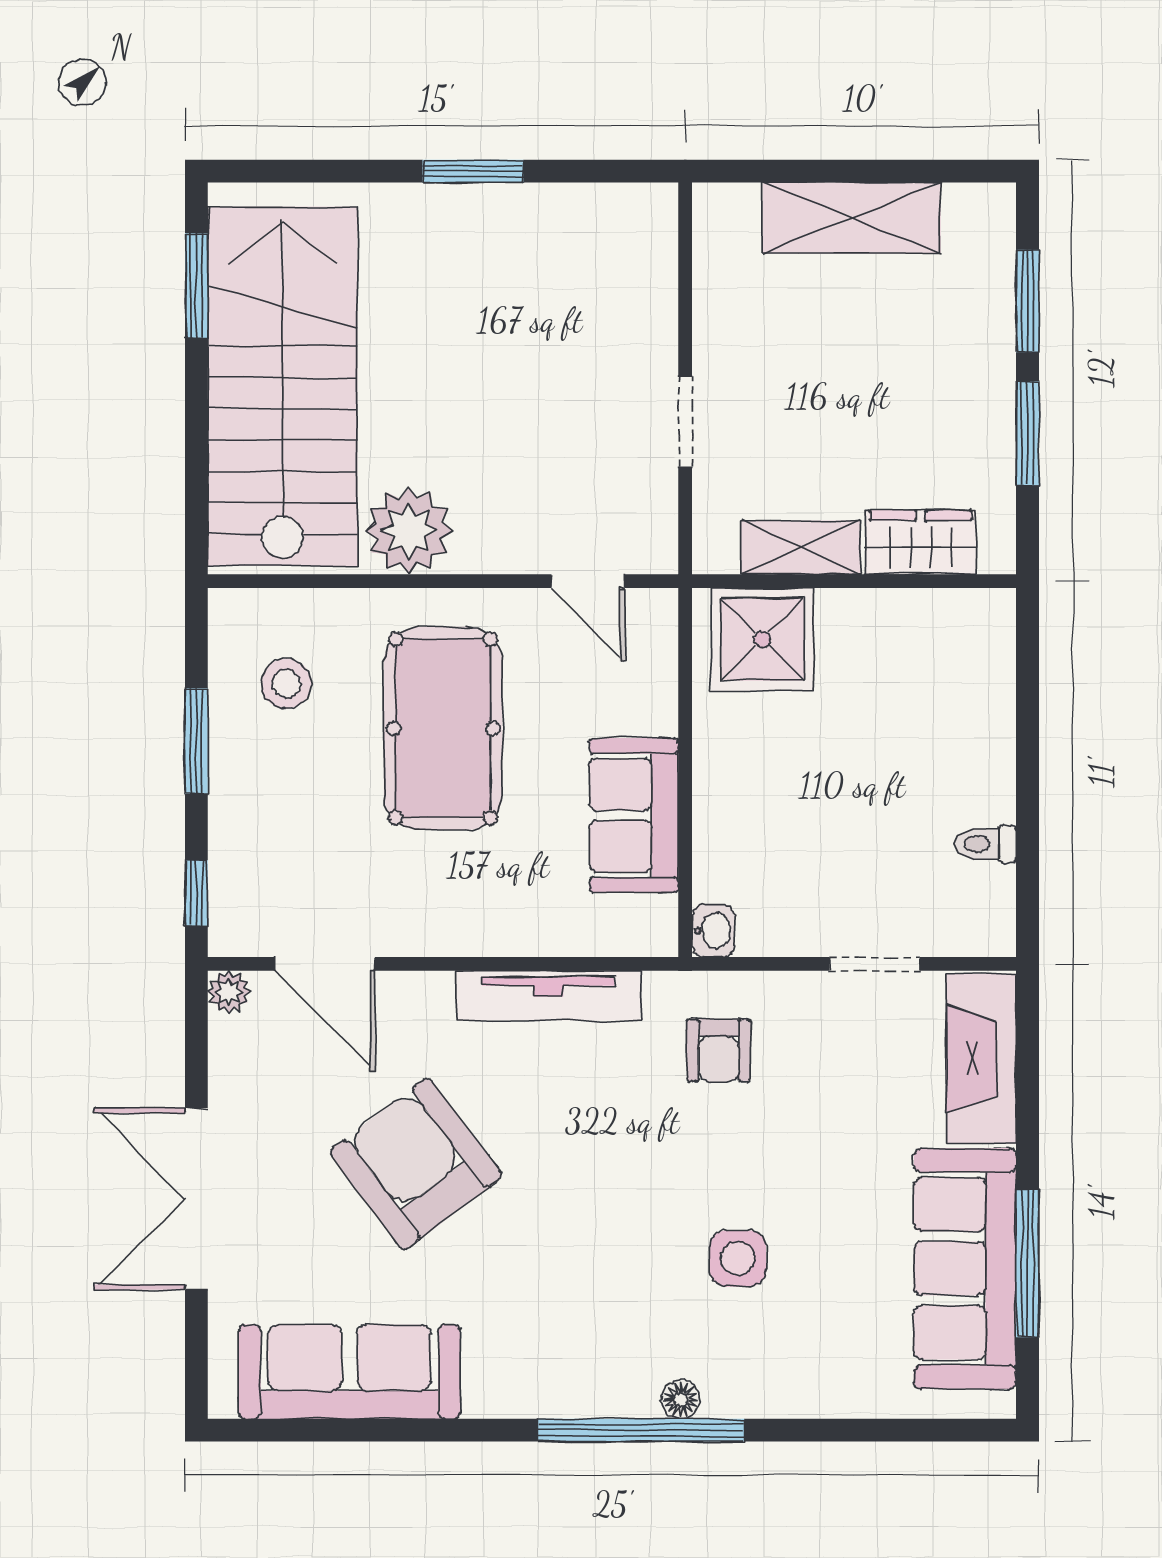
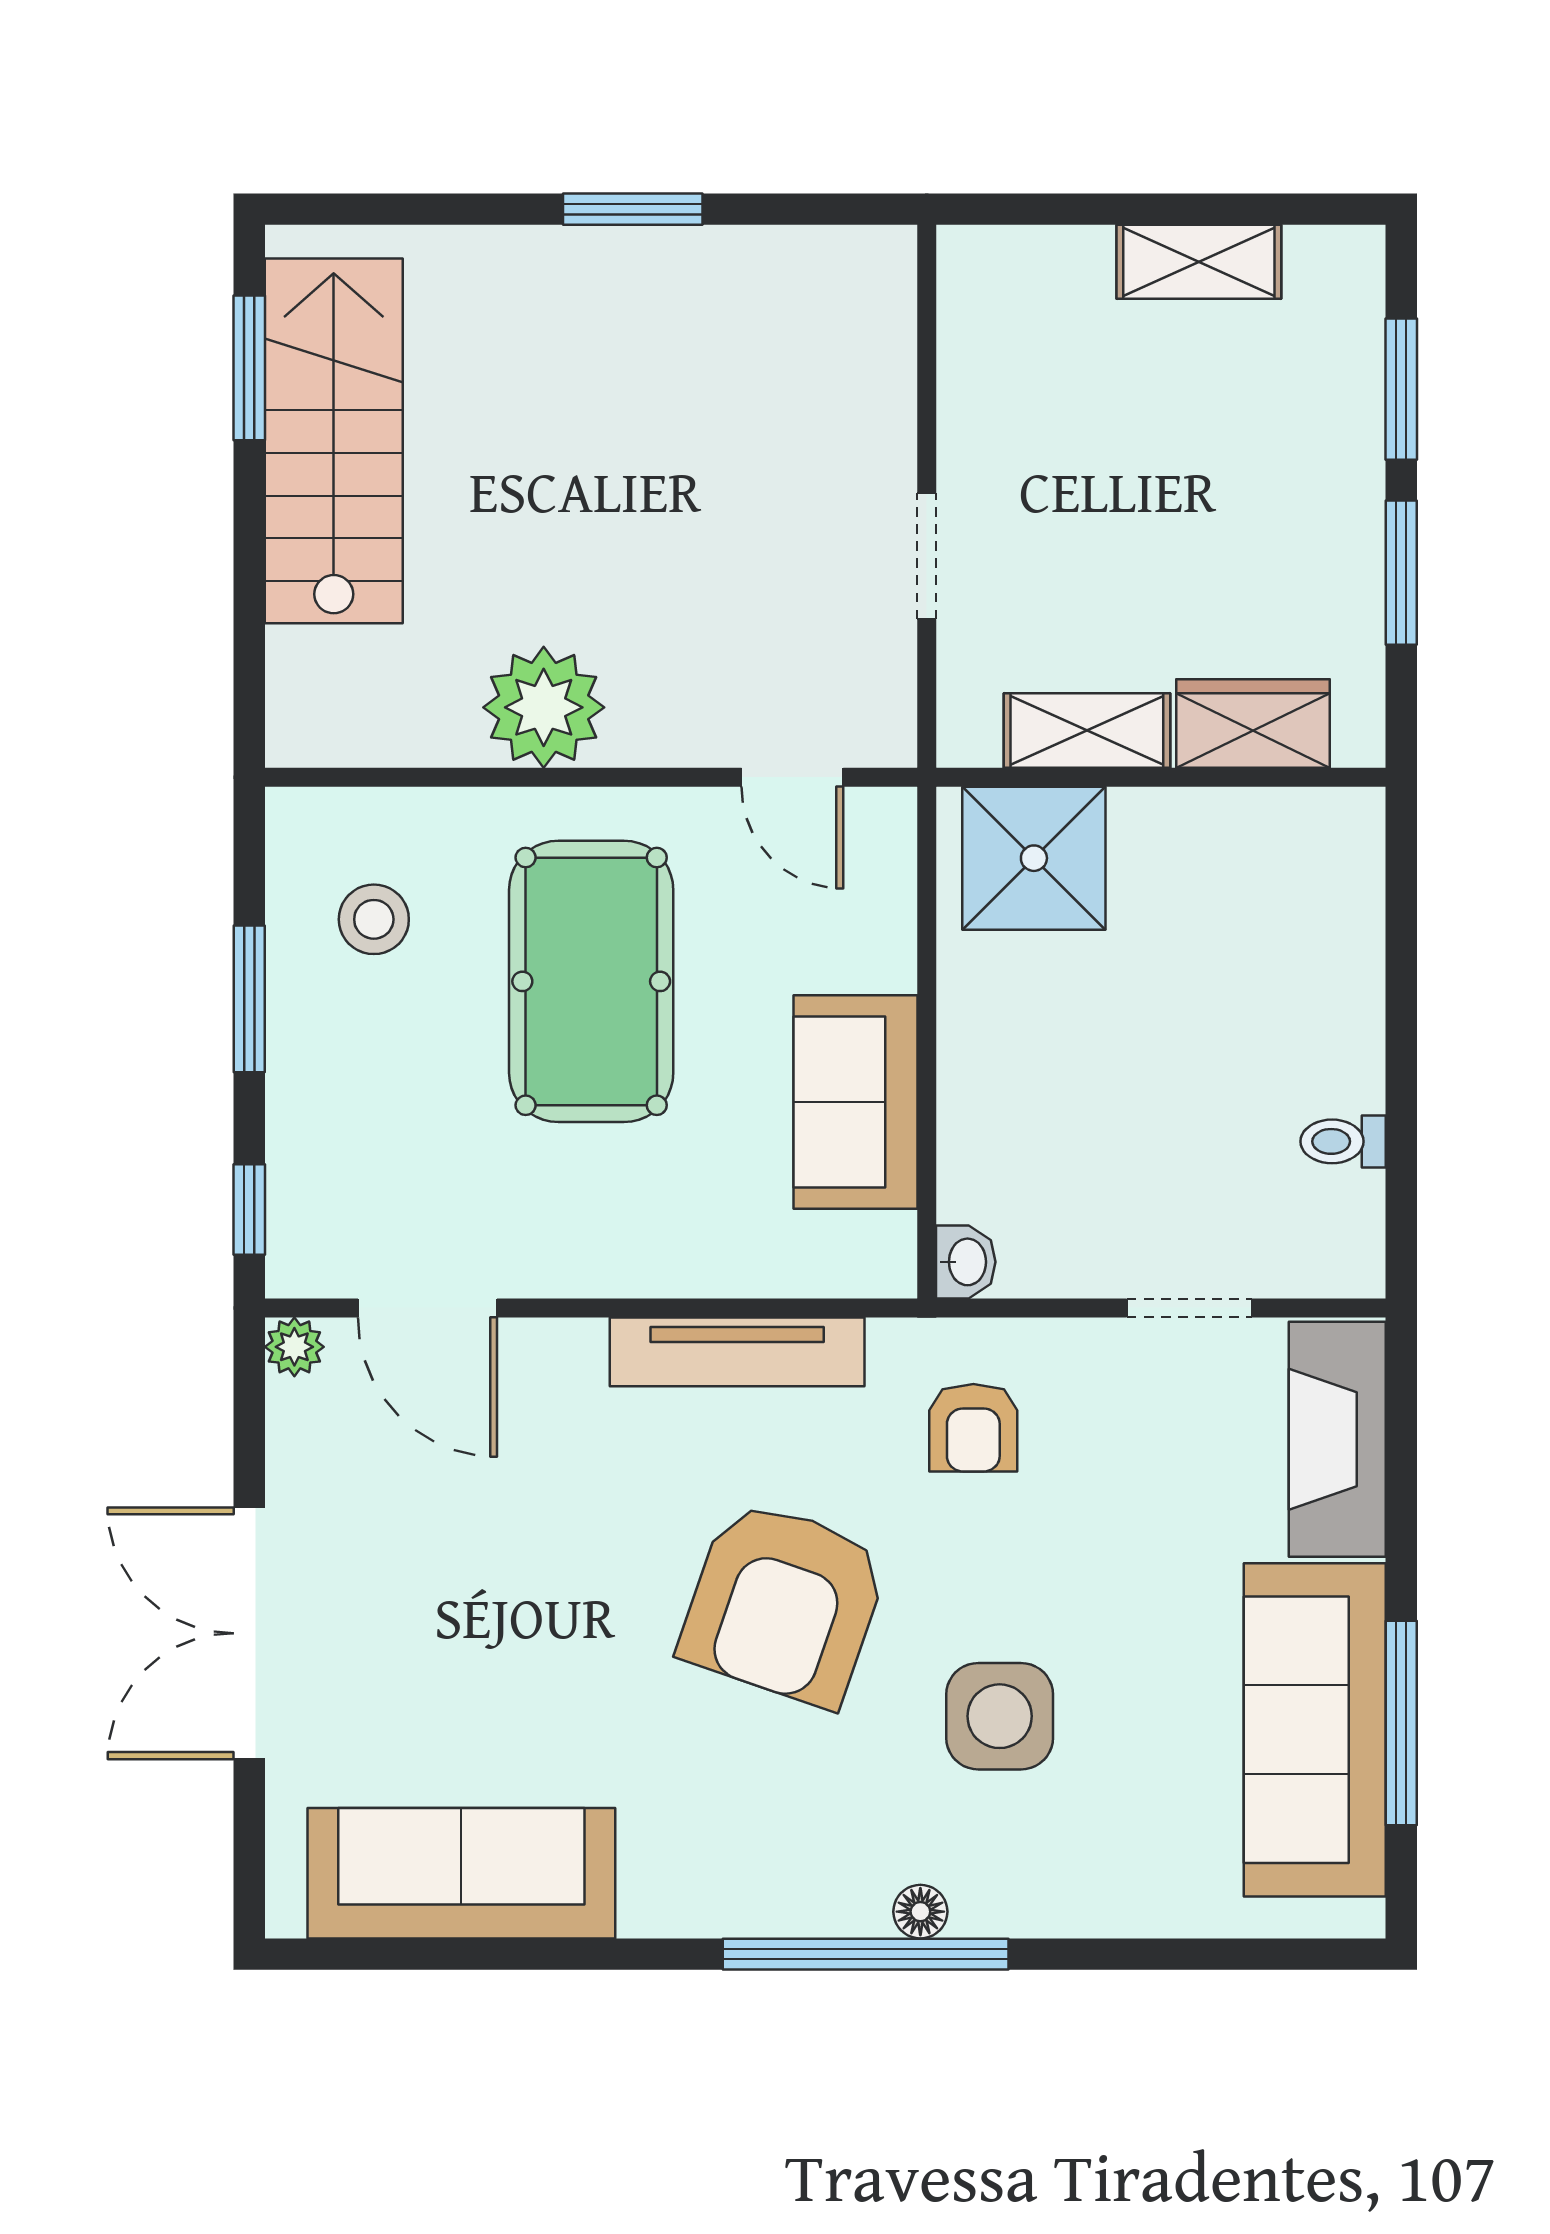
shelving: (852, 218) -> (1199, 262), width x0.67, depth x0.75
stairs: (282, 386) -> (334, 441), width x0.73, depth x0.66
armchair: (416, 1164) -> (784, 1603), moved, turned -124
side table: (738, 1259) -> (1000, 1716), width x1.37, depth x1.37

